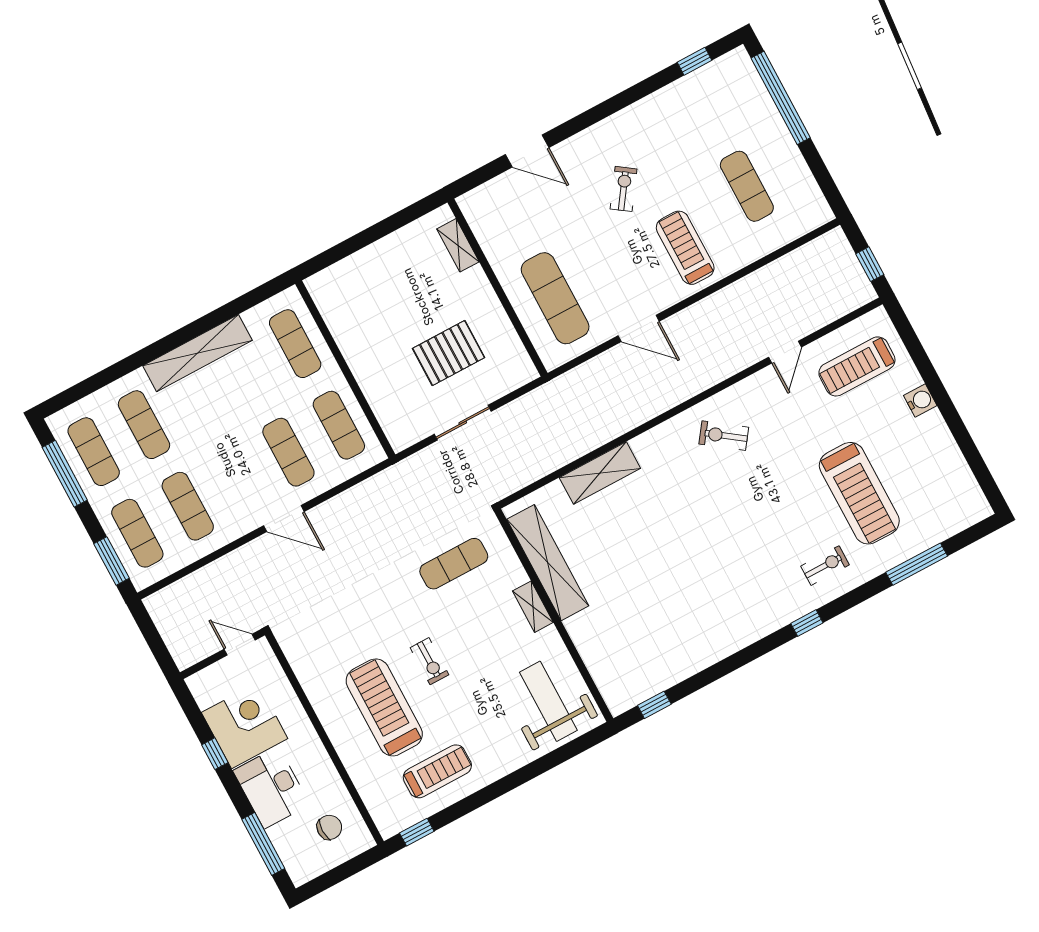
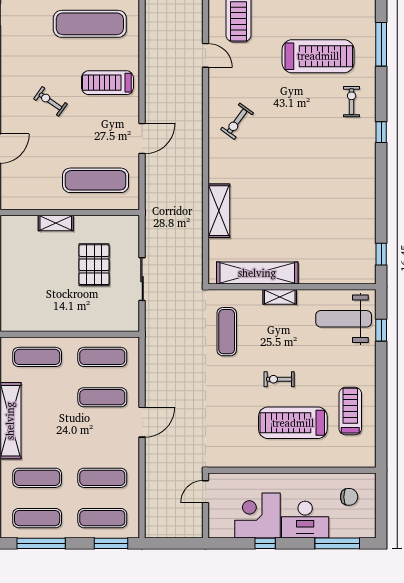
exercise mat: (747, 186) -> (90, 24), width x1.36, depth x1.45
shelving: (458, 245) -> (56, 223), moved
exercise bike: (430, 661) -> (279, 379), turned 180
chair: (329, 827) -> (349, 497), turned 90
window: (417, 832) -> (381, 330), moved

